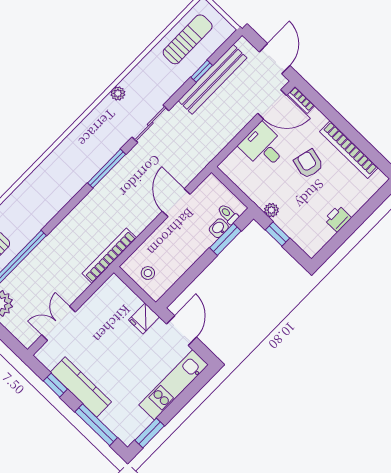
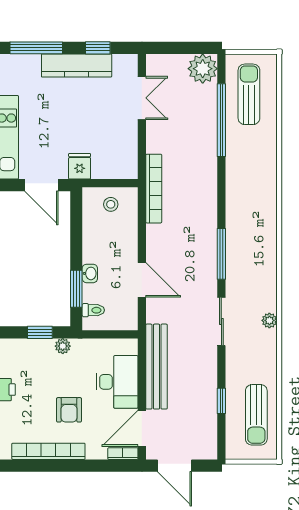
bench: (213, 79) -> (156, 367), moved
desk: (263, 146) -> (117, 382), width x1.37
armchair: (308, 164) -> (69, 410), turned 76
washbasin: (219, 228) -> (90, 273), moved

